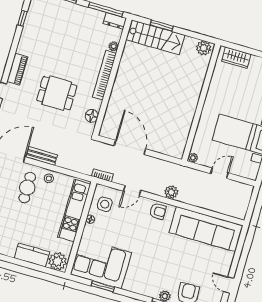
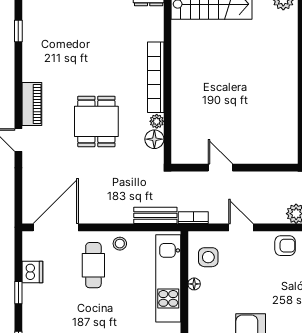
plant: (113, 46) -> (157, 121), moved
dining table: (57, 93) -> (96, 121), turned 90
door: (130, 147) -> (220, 168), width x0.53
bench: (42, 156) -> (155, 215), moved
door: (132, 191) -> (241, 227), swing flipped

